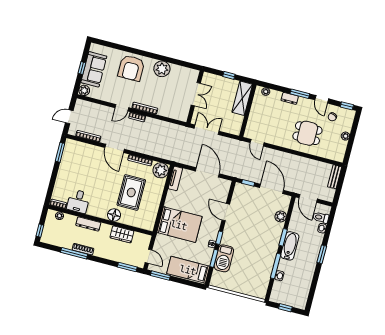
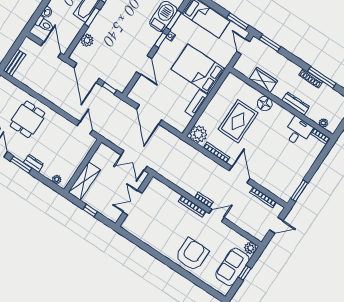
plant: (162, 69) -> (159, 242), removed
dining table: (307, 133) -> (27, 119), turned 90
tv unit: (175, 178) -> (196, 103), moved

